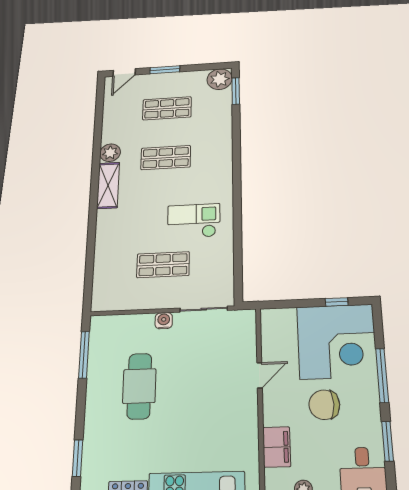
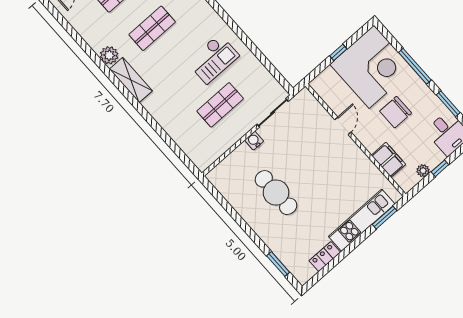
checkout: (194, 221) -> (213, 59), turned 180
window: (337, 302) -> (338, 52), moved
window: (84, 355) -> (224, 203), removed

